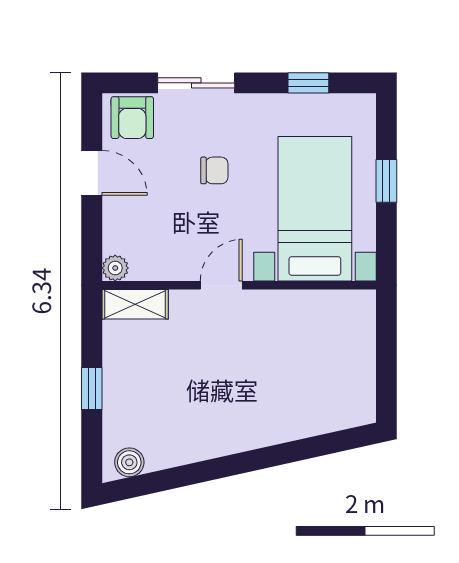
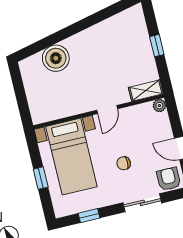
boiler: (129, 462) -> (56, 58), moved, width x1.86, depth x1.86

